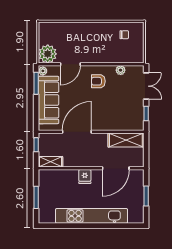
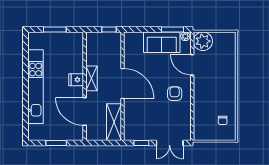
plant: (121, 70) -> (186, 117), removed
sofa: (49, 100) -> (162, 42), width x0.73
door: (77, 132) -> (122, 84), moved
shelving: (50, 162) -> (91, 78), moved

